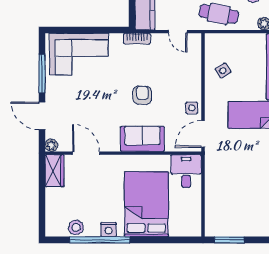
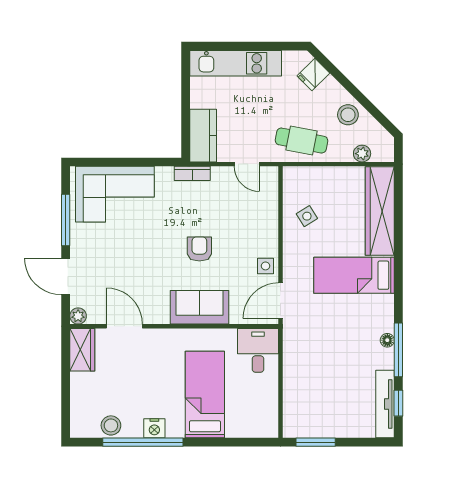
bed: (146, 204) -> (205, 395), width x0.67

